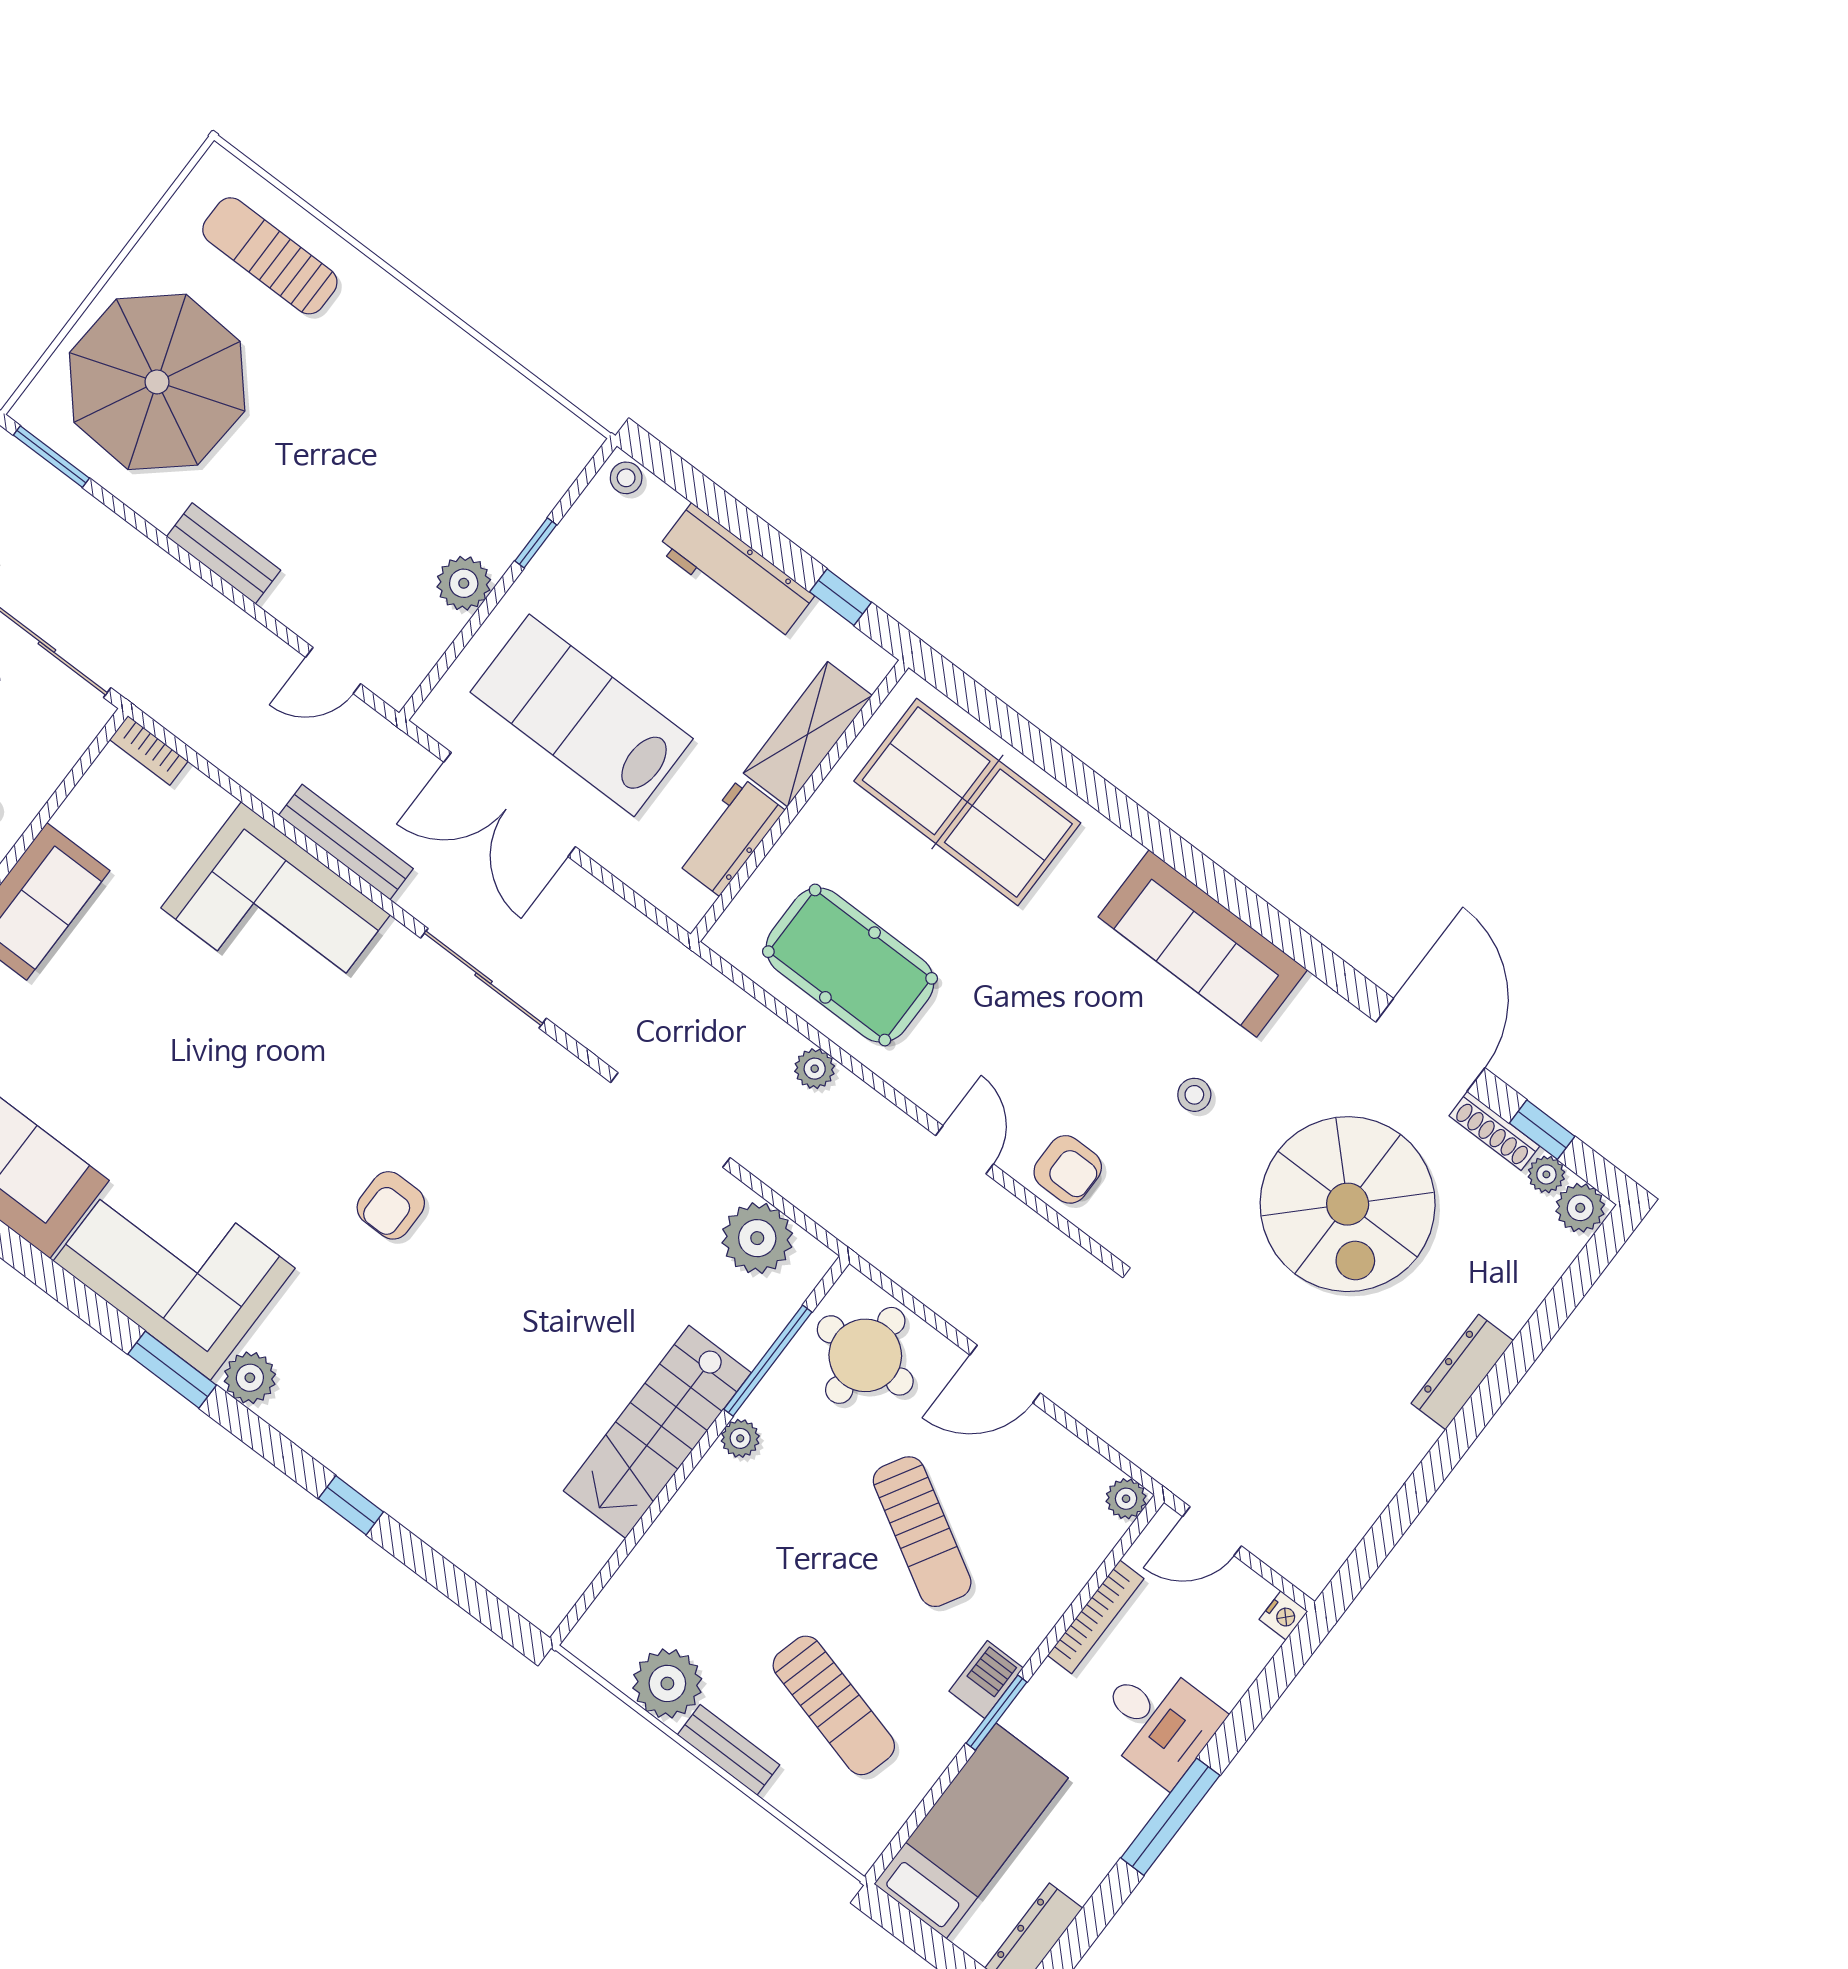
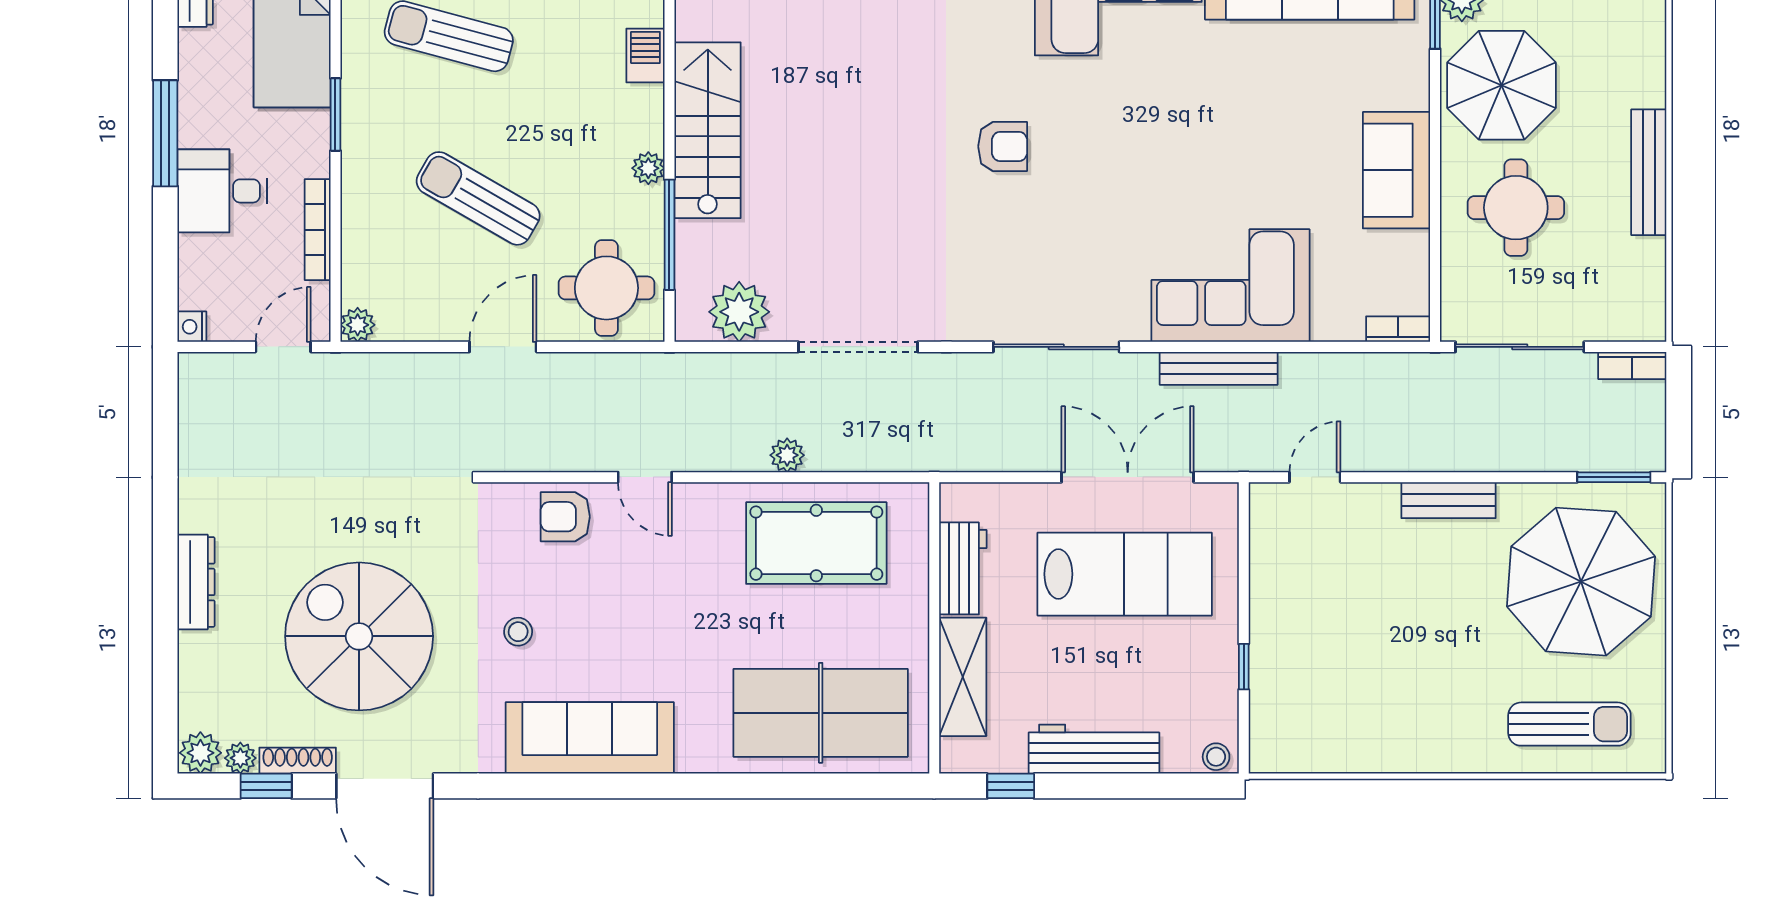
plant: (464, 583) -> (1272, 603), removed
armchair: (391, 1205) -> (1003, 146), turned 90
barbecue: (986, 1680) -> (645, 55), moved, turned 180

